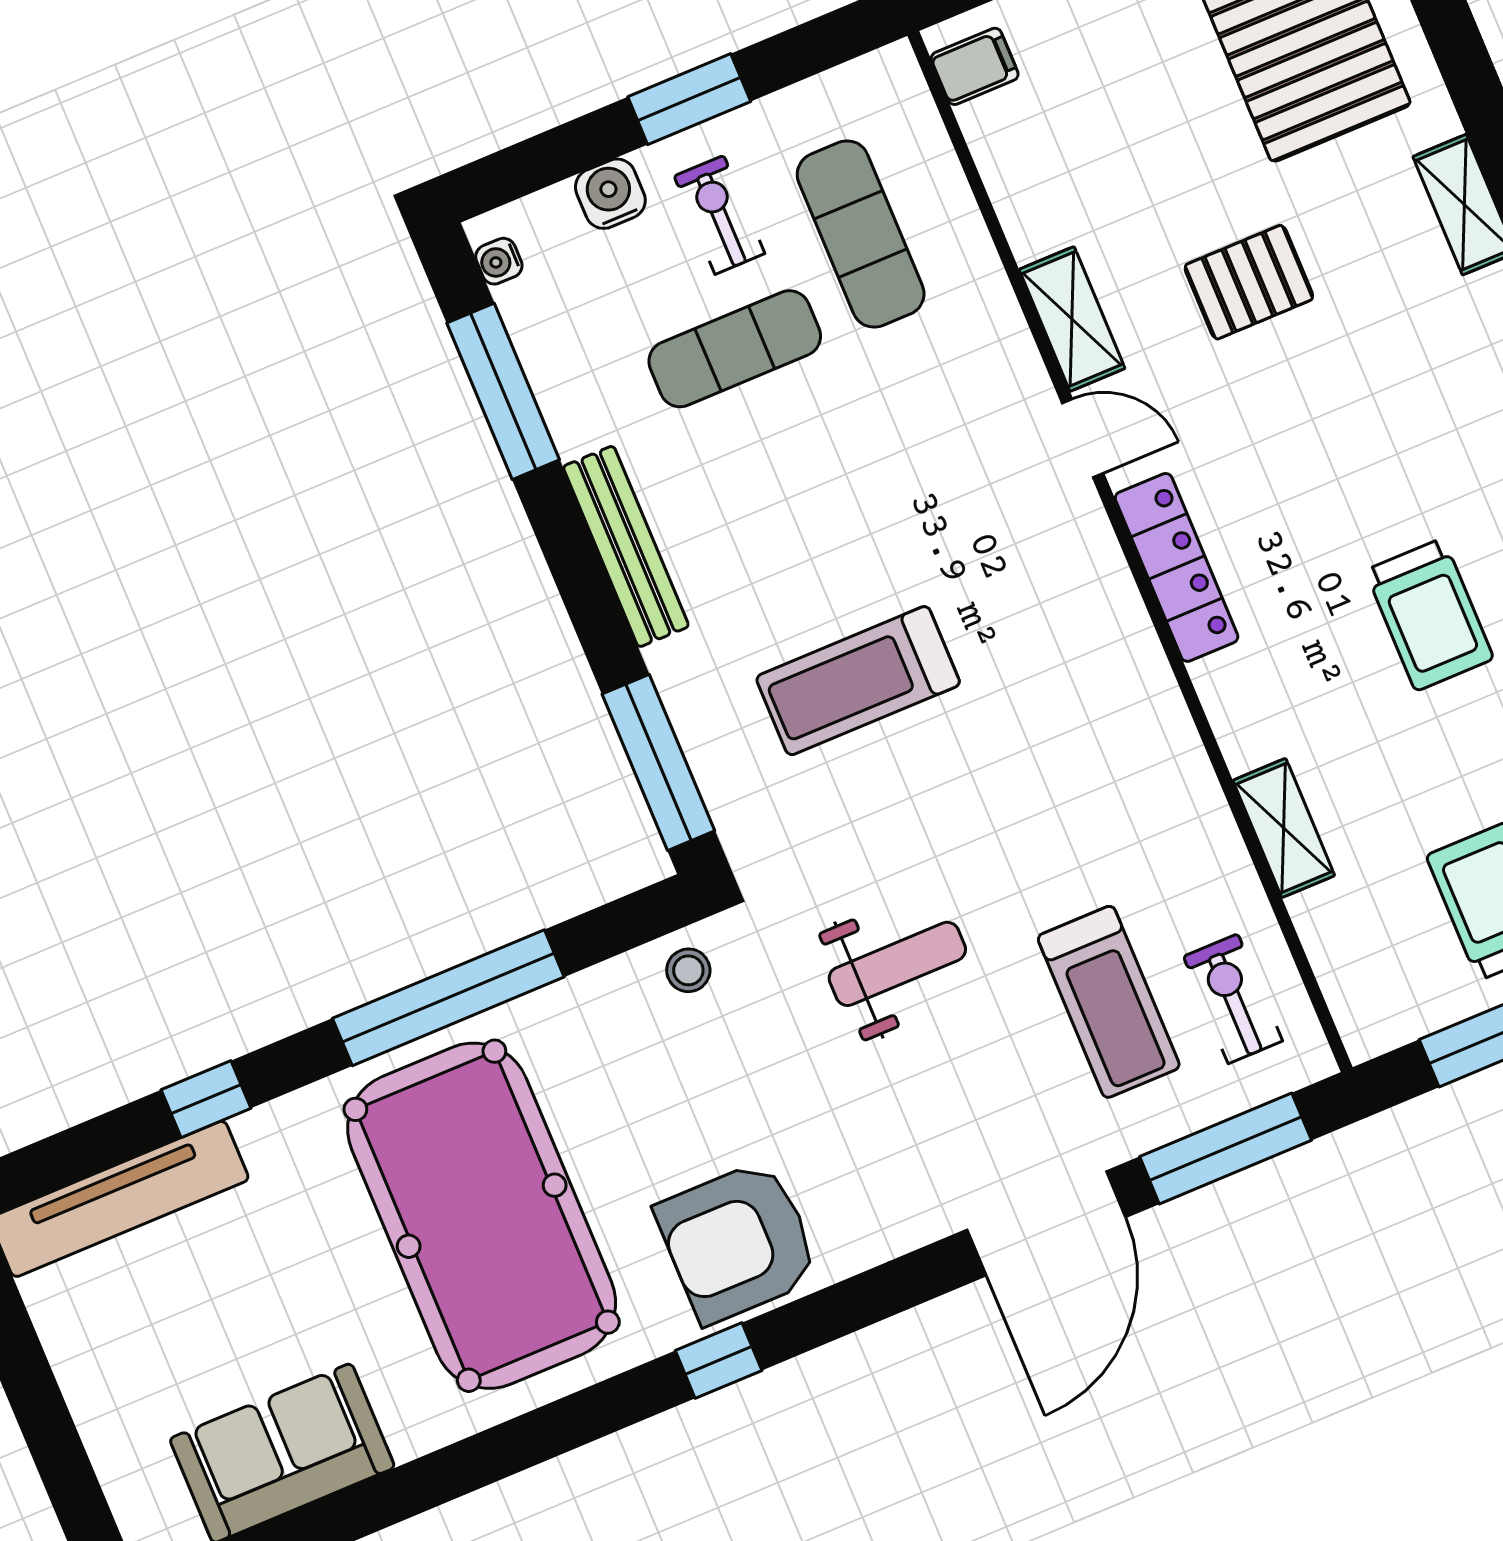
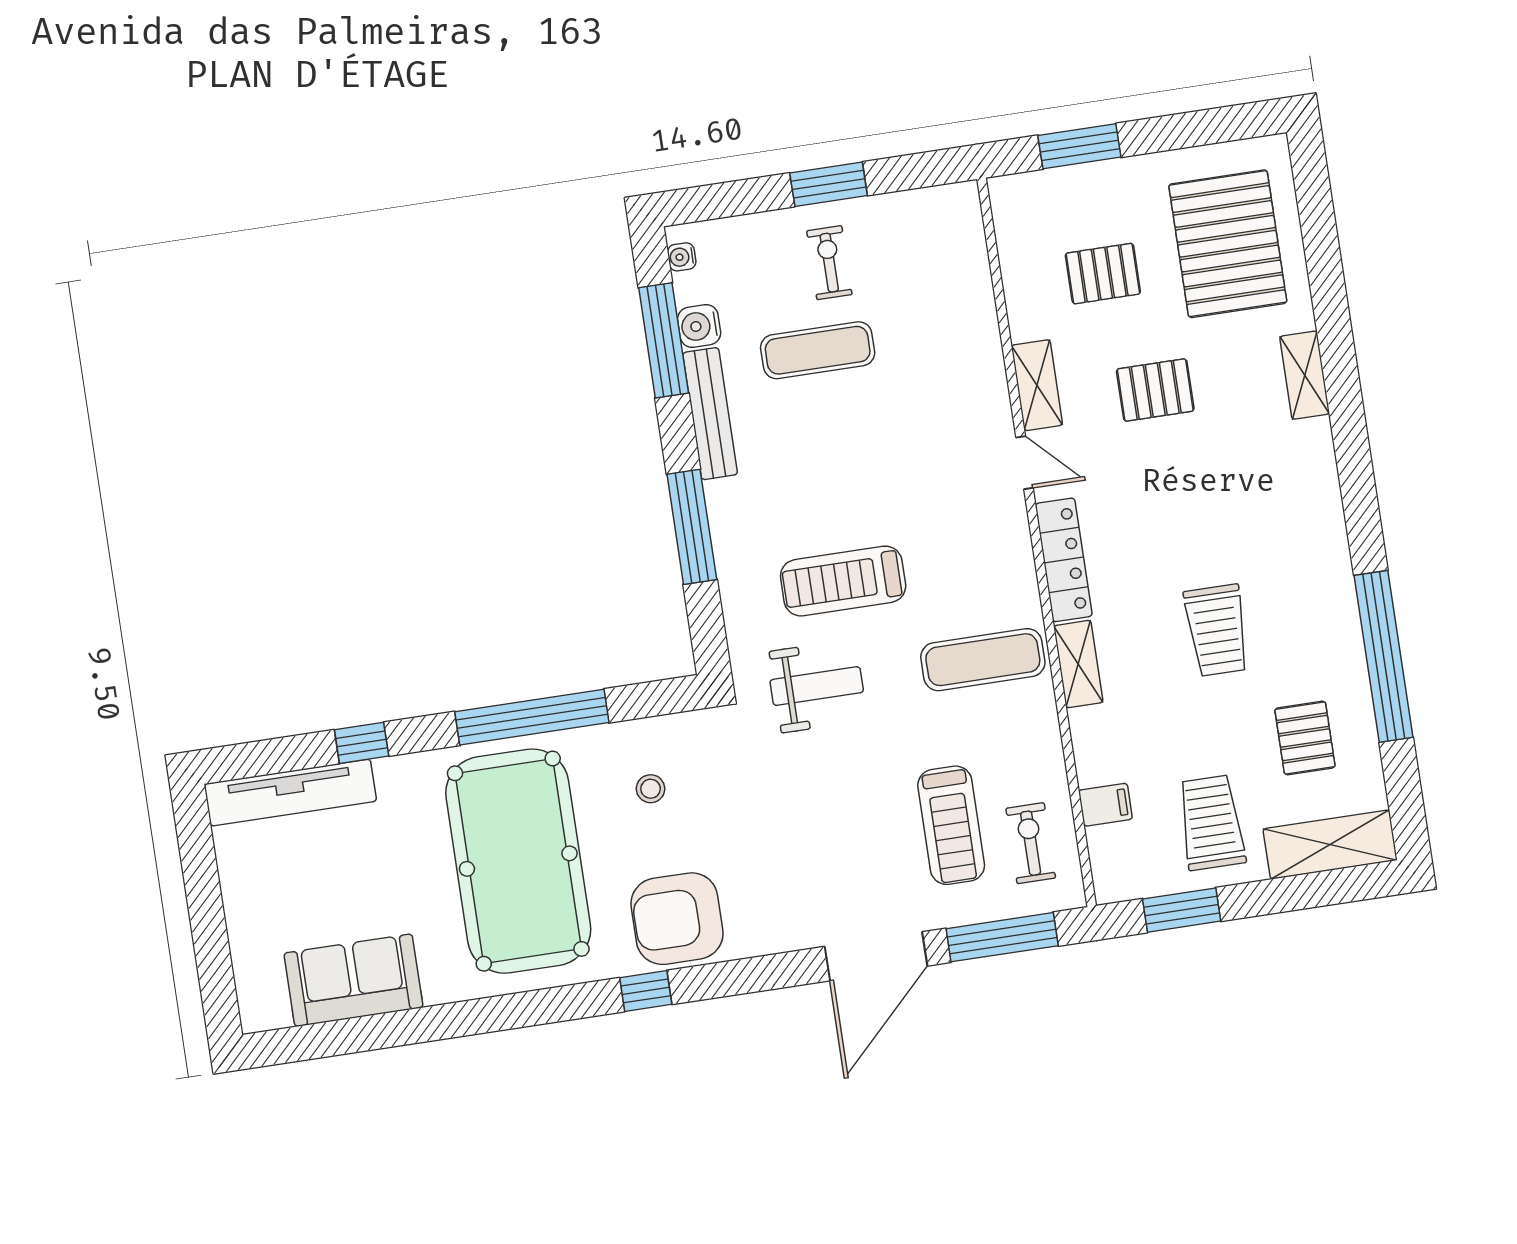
filing cabinet: (975, 66) -> (1105, 805), moved
pallet: (1128, 129) -> (1103, 274), added
water cooler: (610, 194) -> (699, 326), moved, turned -90
exercise mat: (861, 234) -> (983, 660), moved, turned 90
bench: (626, 546) -> (710, 414), moved
window: (658, 762) -> (692, 527), moved
shelving: (1284, 828) -> (1078, 664), moved
weight bench: (897, 964) -> (817, 686), moved
stool: (688, 970) -> (651, 789), moved

